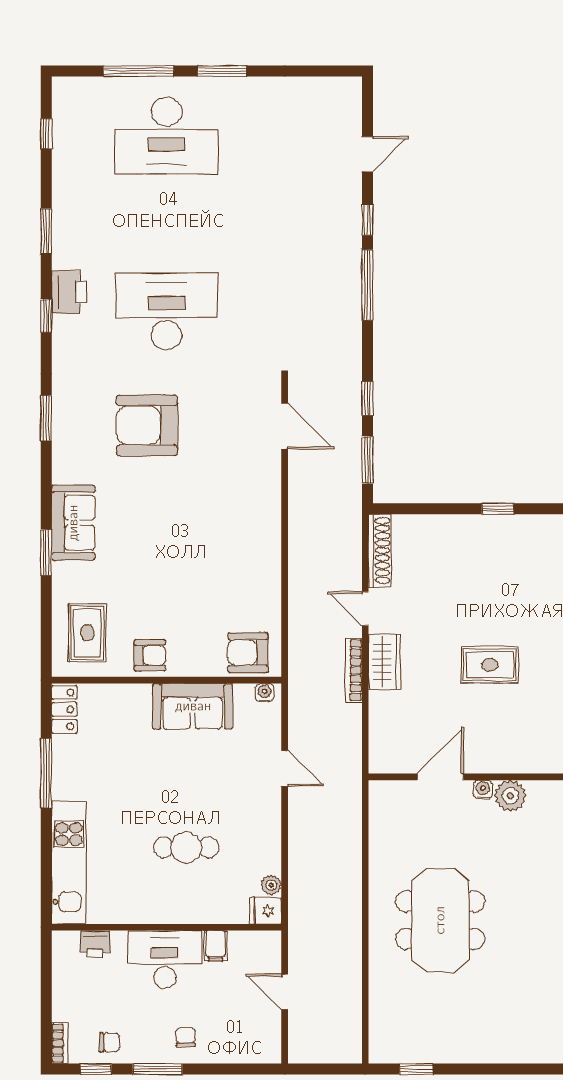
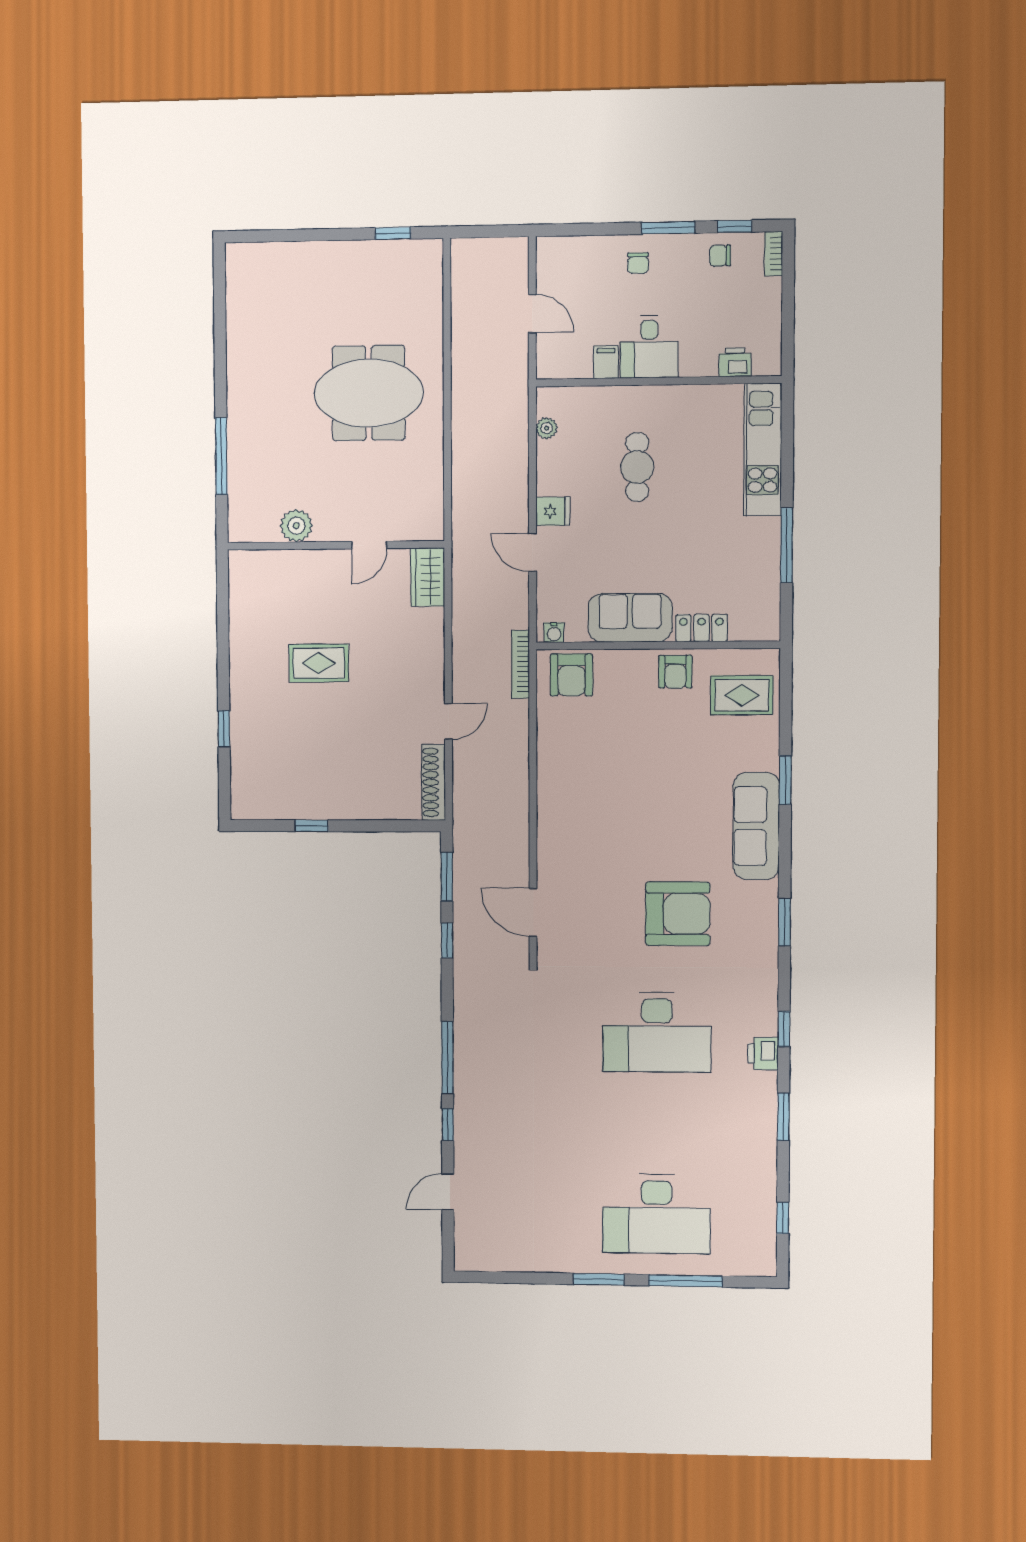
desk: (167, 136) -> (656, 1214), turned 180
printer: (69, 292) -> (763, 1053), width x0.73, depth x0.81
sofa: (73, 523) -> (756, 826), width x1.36
door: (365, 609) -> (448, 721), hinge flipped
rug: (87, 633) -> (742, 695), turned 90
armchair: (248, 653) -> (571, 675), turned 90
armchair: (150, 655) -> (675, 672), turned -90
wardrobe: (385, 662) -> (428, 577), moved
bookcase: (354, 670) -> (521, 664), moved, turned 180
locker: (64, 709) -> (701, 628), moved, turned 90
door: (440, 777) -> (369, 545), width x0.73
water cooler: (483, 790) -> (325, 532), removed
cafe table: (186, 848) -> (637, 467), turned 90
fridge: (266, 911) -> (553, 511), moved
meeting table: (440, 920) -> (369, 393), turned 90
desk: (165, 959) -> (649, 347), width x0.73

